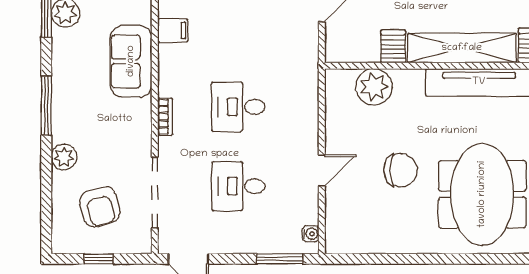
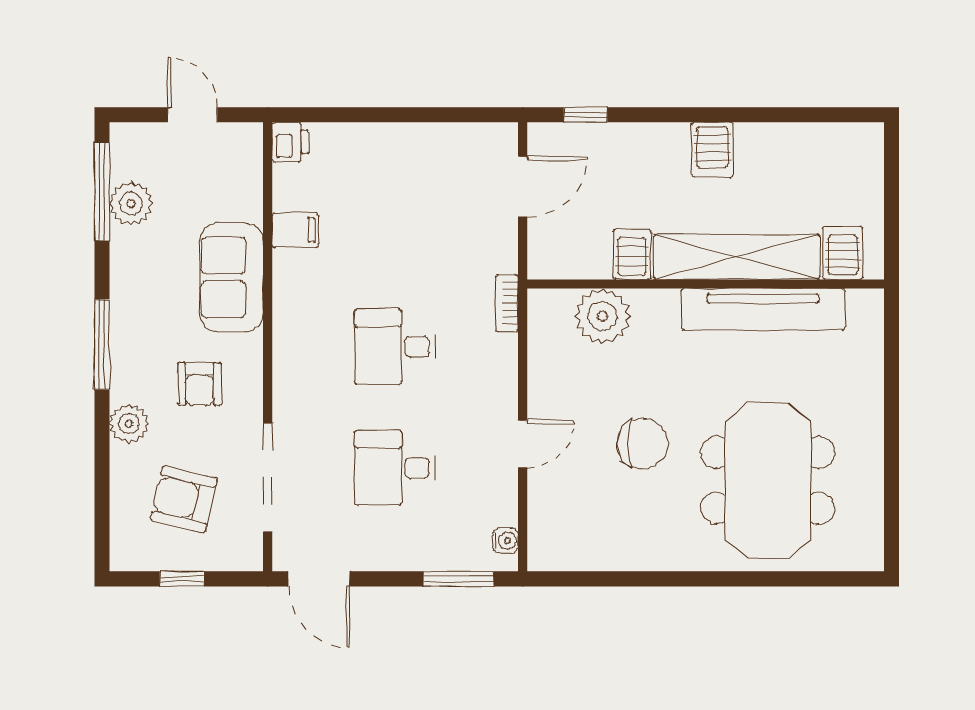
bookcase: (165, 117) -> (507, 303), moved, turned 180
armchair: (110, 131) -> (200, 384), added
armchair: (100, 207) -> (184, 499), turned 119

